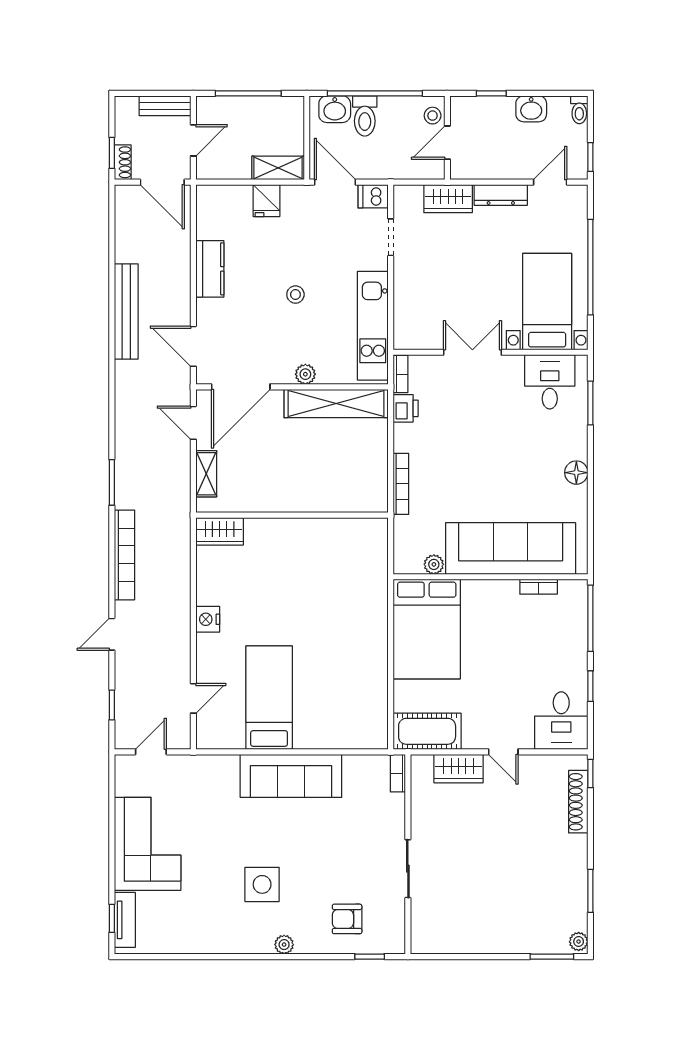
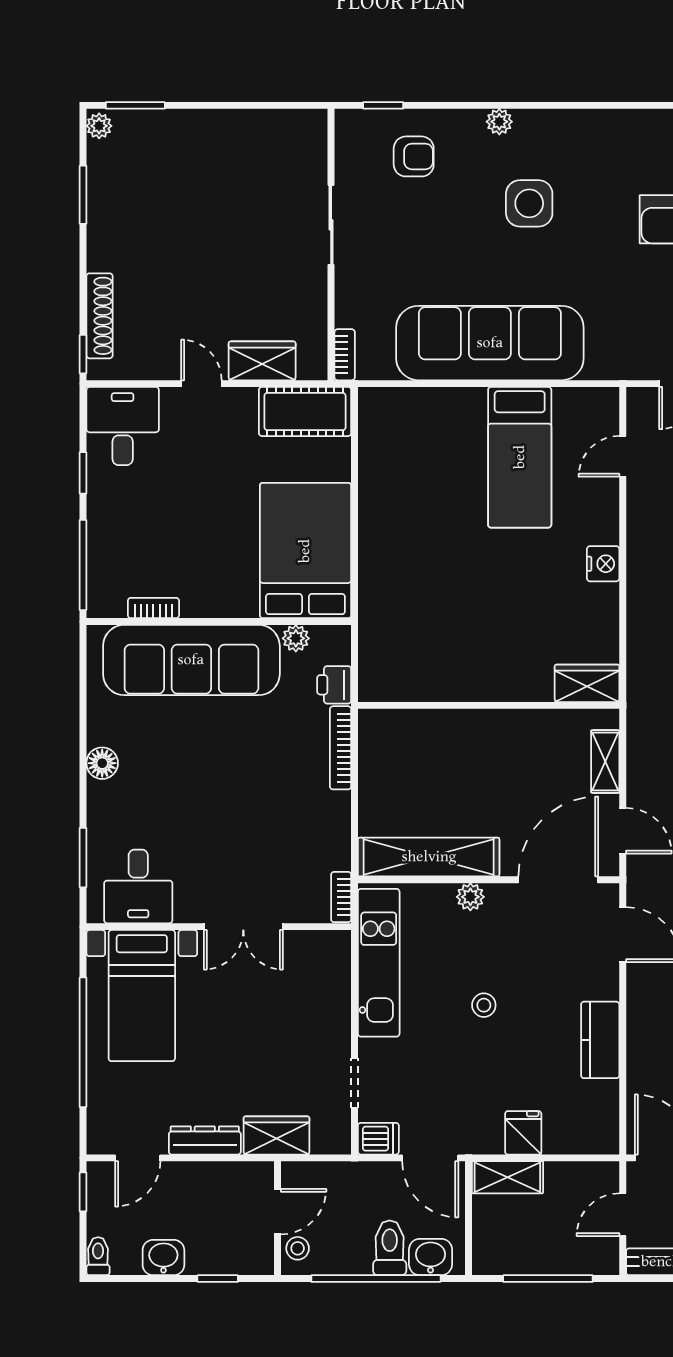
printer: (406, 408) -> (334, 685), moved
sofa: (291, 776) -> (490, 343), width x1.36, depth x1.27

